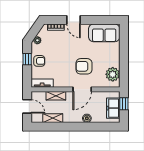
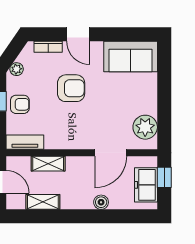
armchair: (84, 66) -> (71, 88), moved, turned 180
door: (82, 89) -> (111, 153), moved

